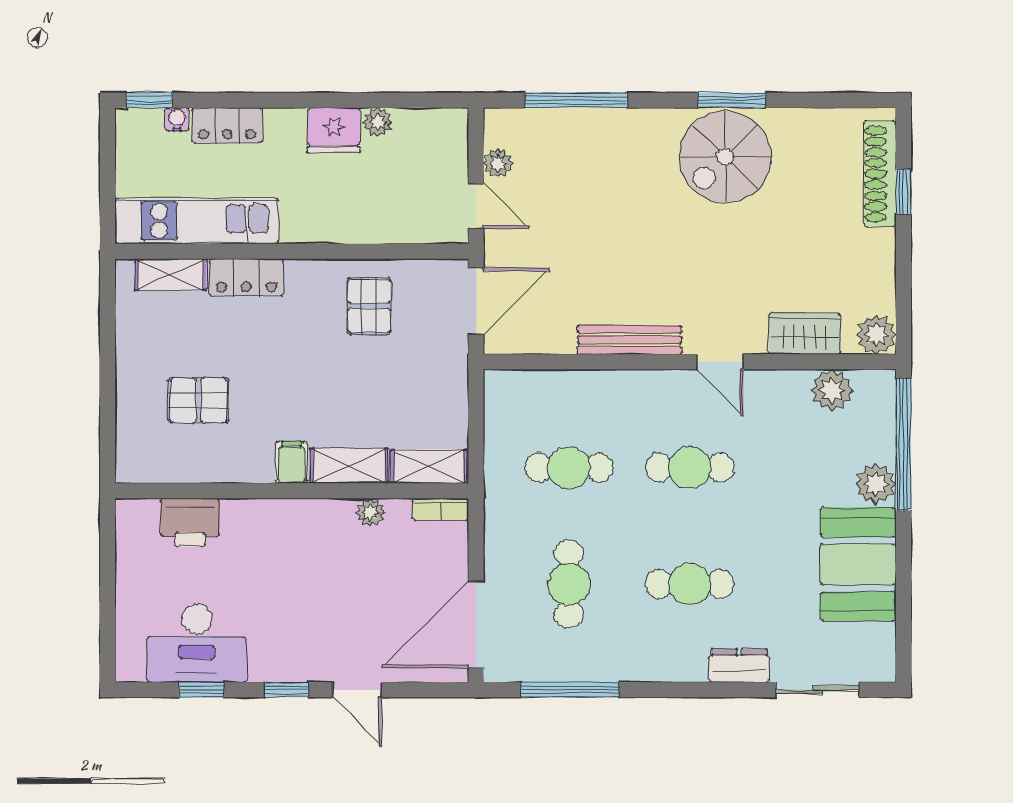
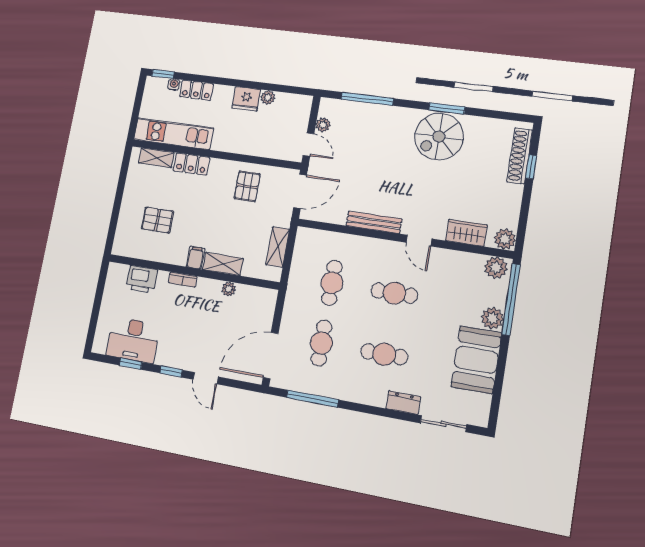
plant: (832, 390) -> (496, 268), moved
shelving: (429, 466) -> (278, 247), moved, turned 90
cafe table: (569, 468) -> (332, 283), turned 90
bookcase: (441, 509) -> (183, 280), moved

